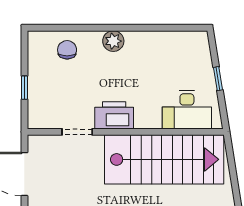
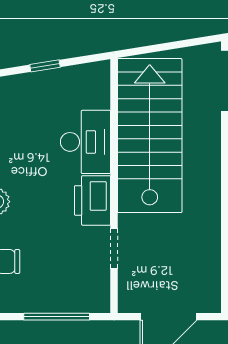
window: (24, 88) -> (57, 317), width x2.17
desk: (187, 110) -> (85, 142), moved

